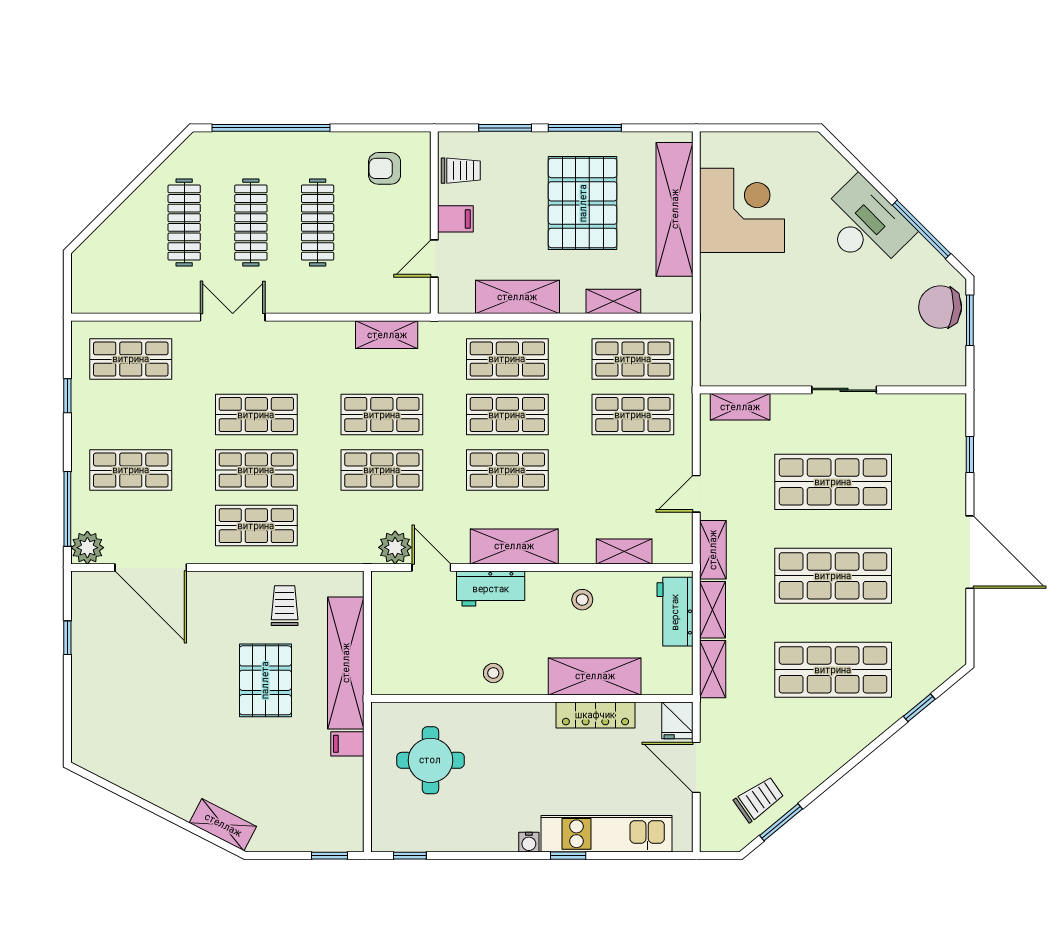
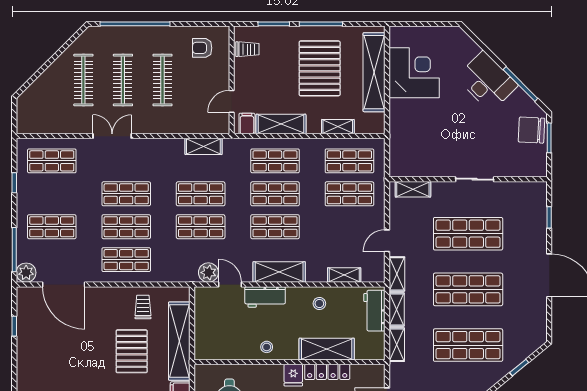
filing cabinet: (455, 219) -> (247, 124), moved, turned -90
fridge: (677, 720) -> (293, 375), moved

